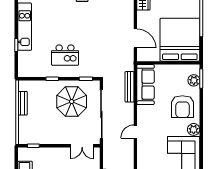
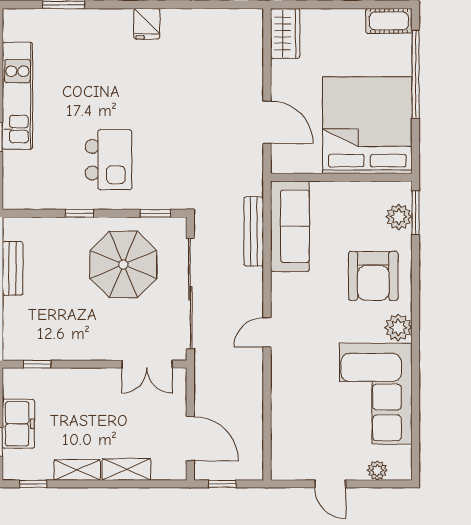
kitchen island: (65, 55) -> (108, 160), turned -90

